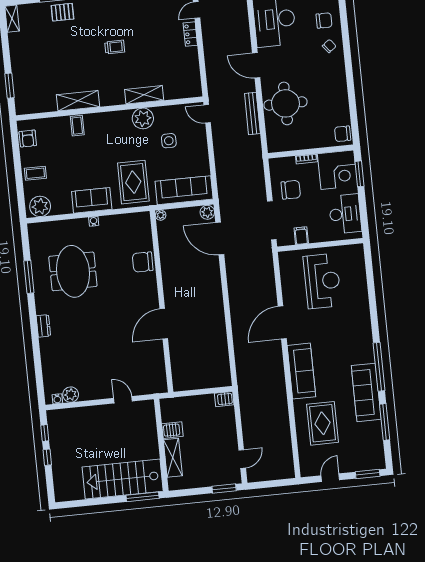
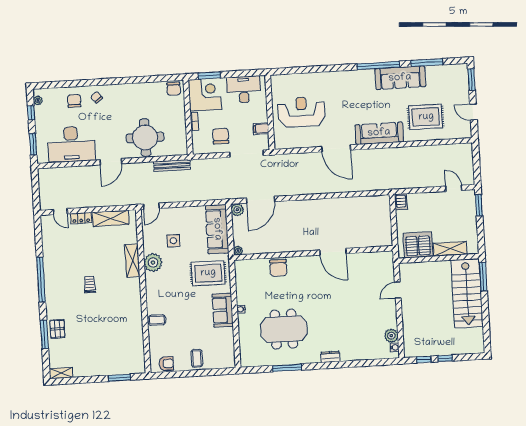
shelving: (78, 101) -> (111, 218), moved, turned 90
bench: (252, 113) -> (172, 166), moved
plant: (40, 206) -> (226, 355), removed
server rack: (172, 430) -> (418, 245), width x2.18, depth x1.44

